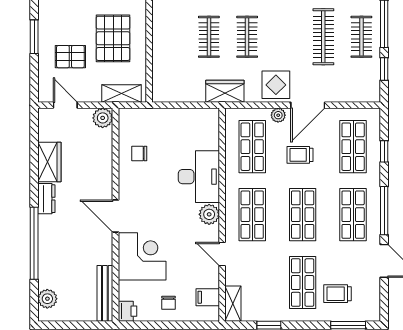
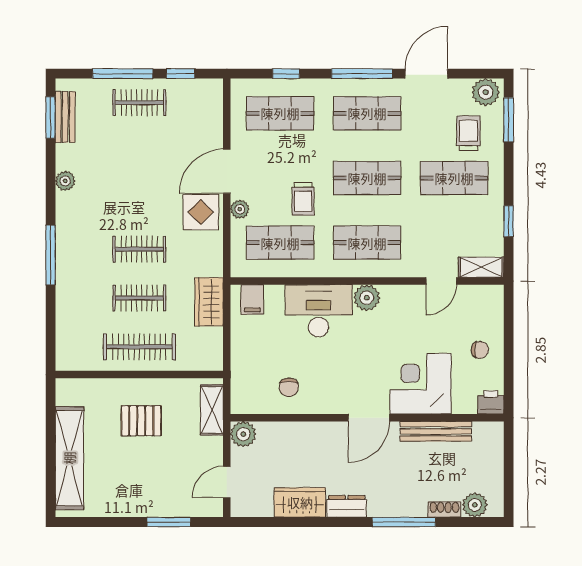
window: (34, 37) -> (169, 522), moved
clothes rail: (323, 37) -> (139, 347), moved
pallet: (113, 38) -> (141, 421), width x0.67, depth x0.71
pallet: (70, 57) -> (165, 475), removed
wardrobe: (225, 91) -> (209, 302), moved
door: (308, 105) -> (227, 171), swing flipped
trolley: (300, 155) -> (303, 199), moved
window: (34, 243) -> (404, 522), width x0.68
door: (222, 254) -> (441, 281), moved
shoe rack: (44, 275) -> (444, 509), added
bench: (105, 293) -> (436, 431), moved
trolley: (337, 294) -> (468, 133), turned 180
filing cabinet: (208, 297) -> (252, 300), moved
plant: (370, 307) -> (486, 92), added

